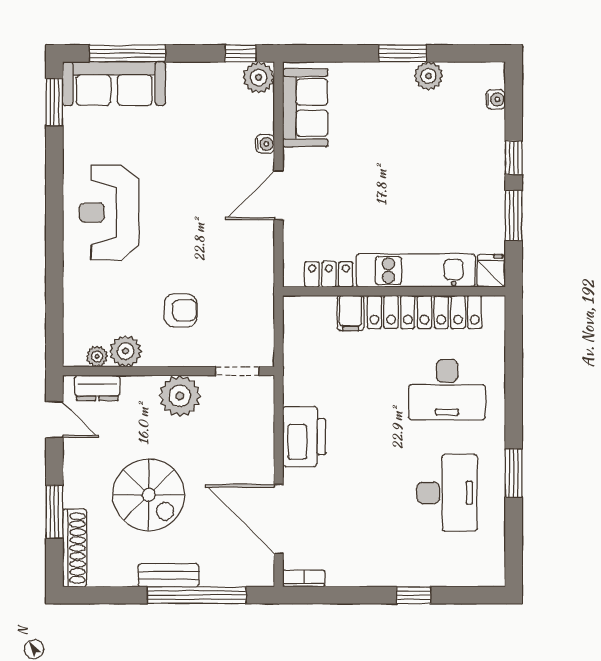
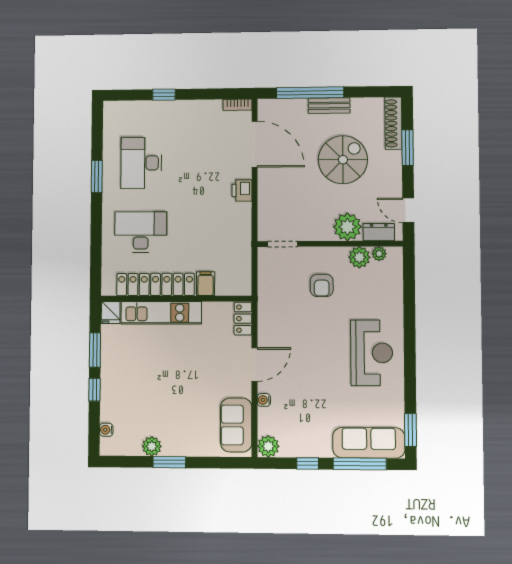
window: (241, 53) -> (308, 463), moved
locker: (329, 274) -> (243, 319), moved, turned 90
armchair: (181, 310) -> (322, 285), turned -90
plant: (180, 396) -> (347, 227), moved
printer: (304, 437) -> (242, 190), width x0.53, depth x0.68
spiral stairs: (149, 495) -> (343, 160), turned 90

